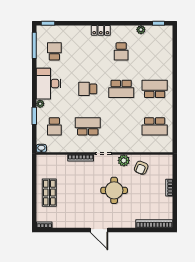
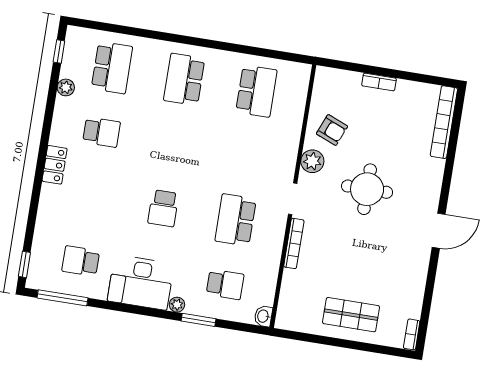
school desk: (121, 89) -> (112, 68), moved

